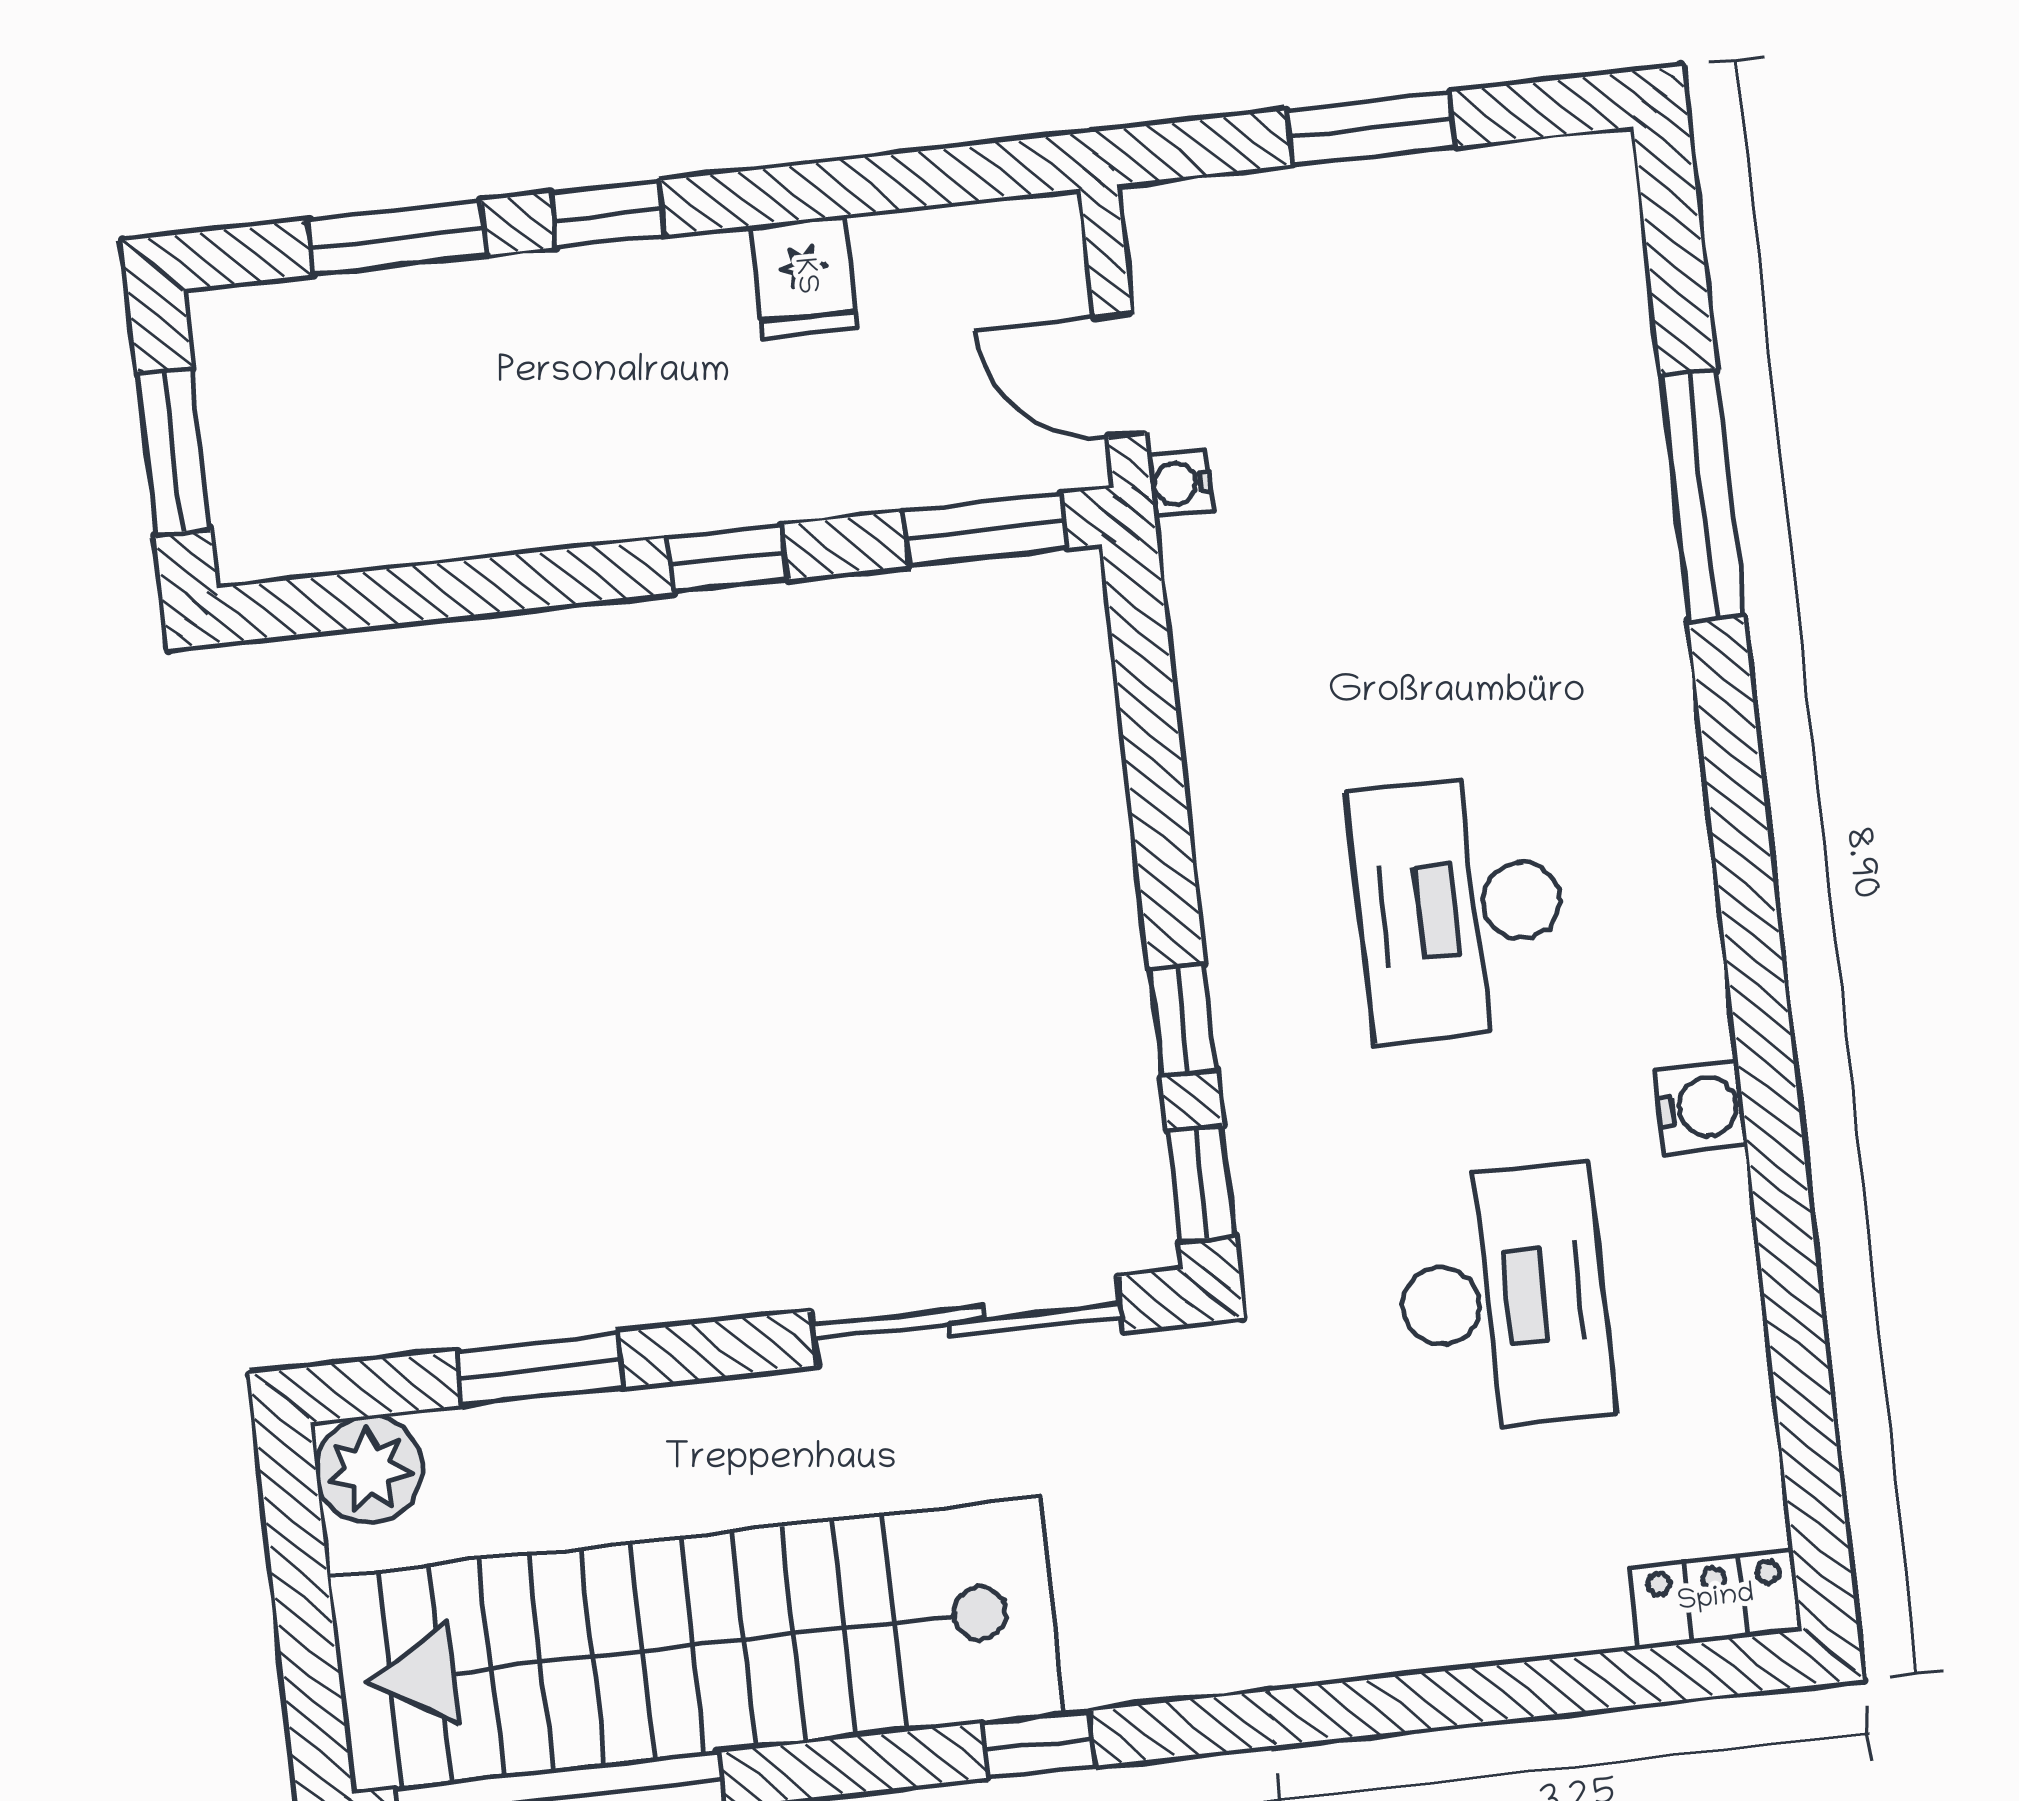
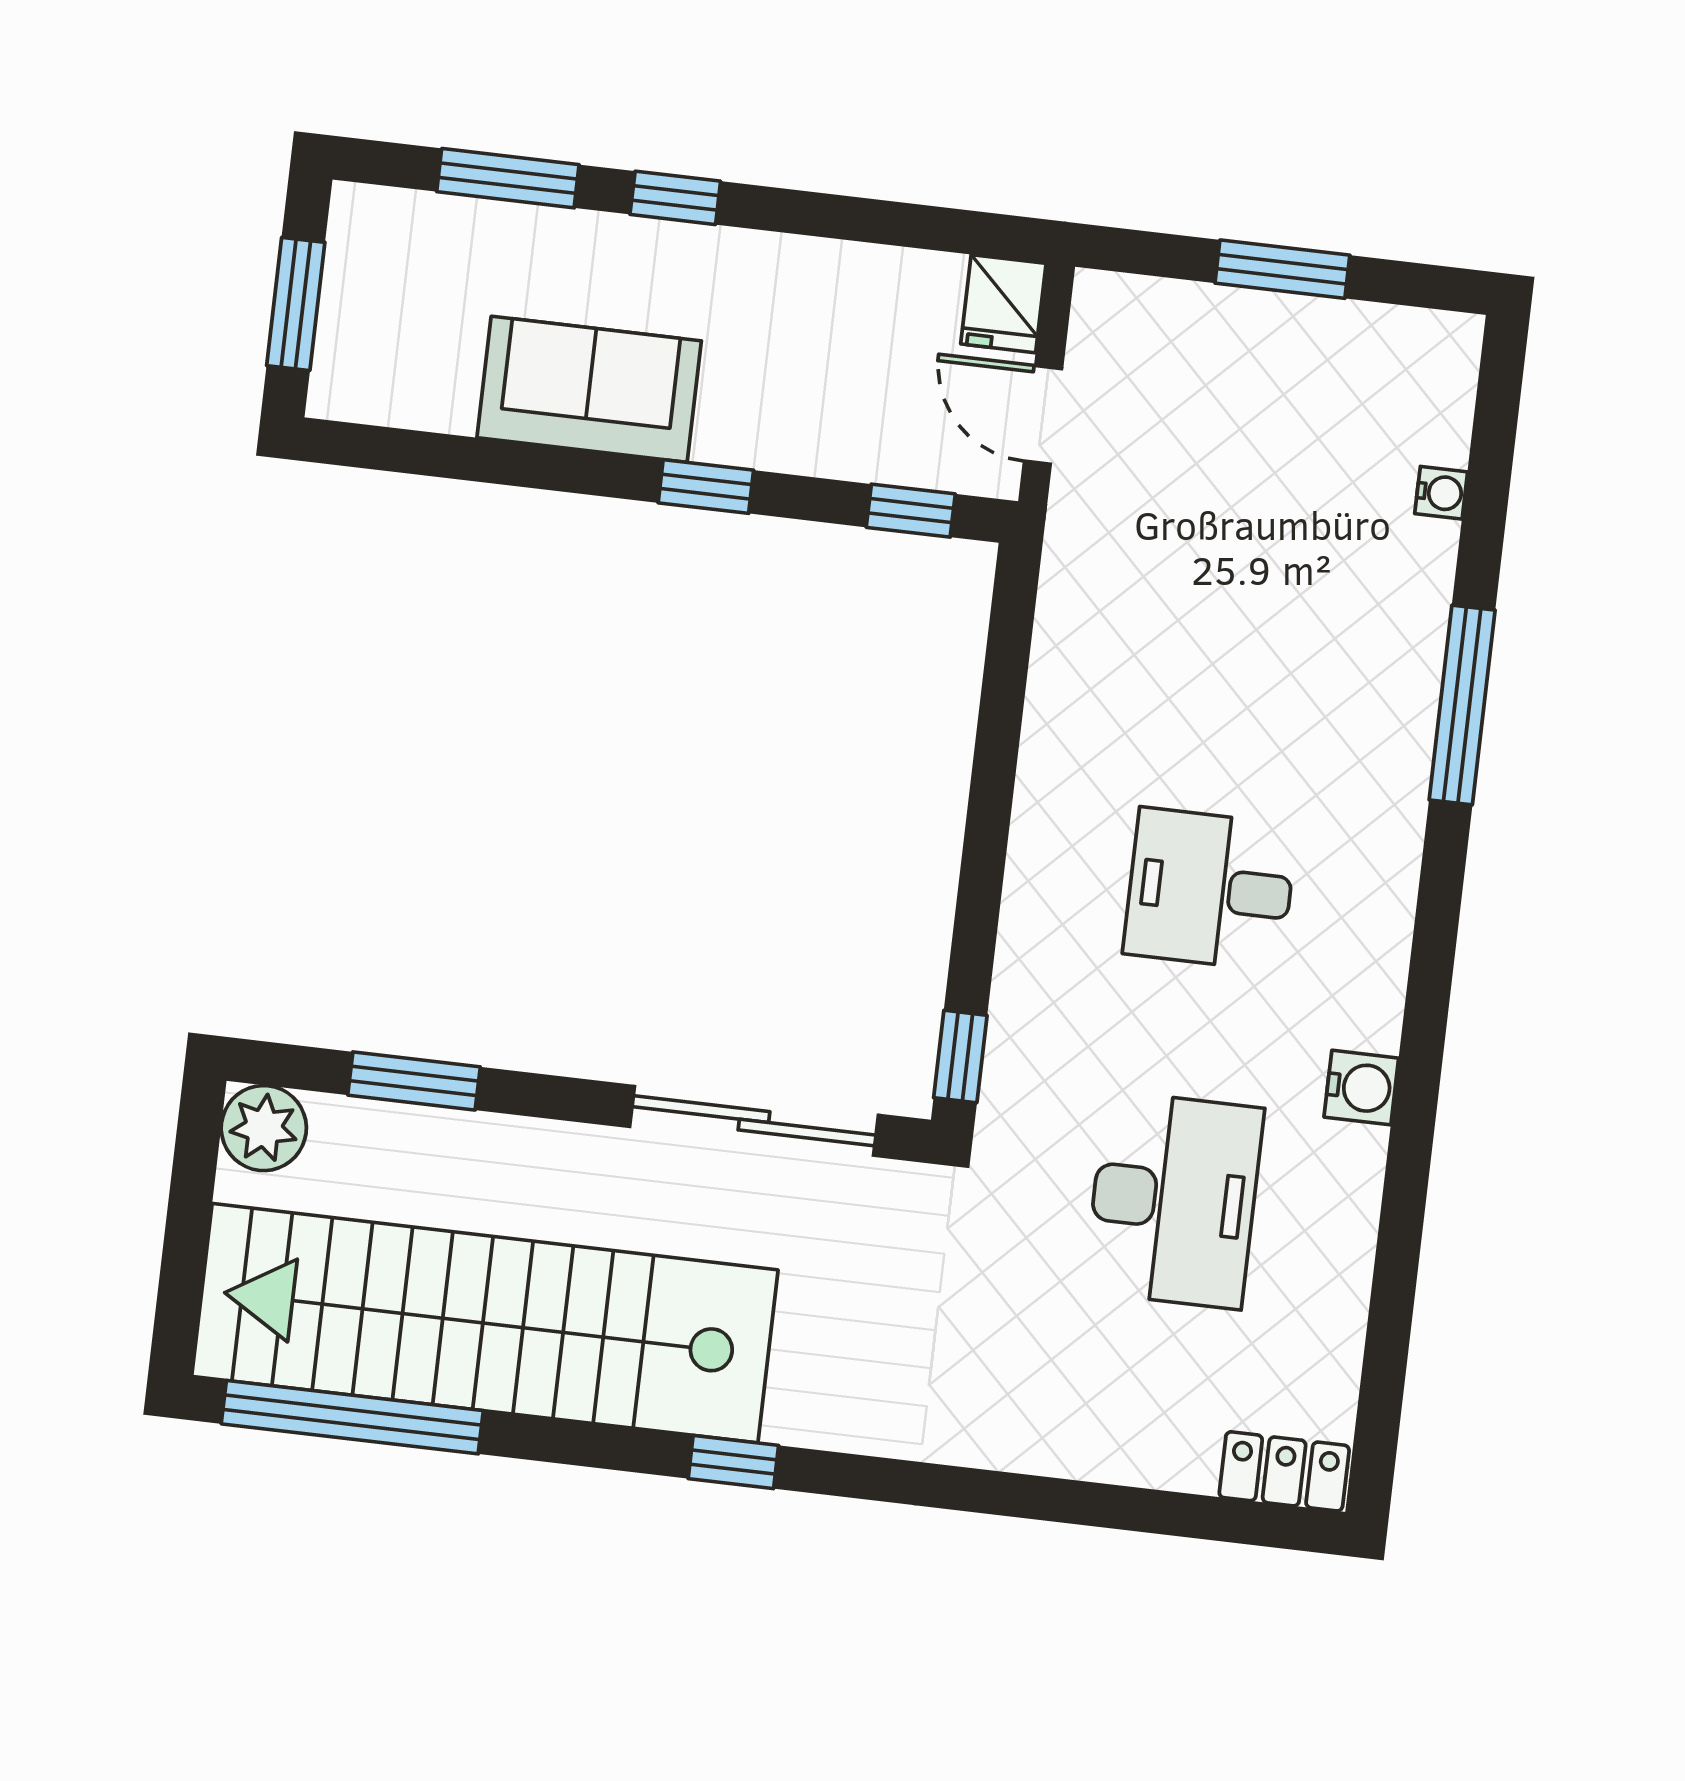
fridge: (804, 276) -> (1003, 304), moved
sofa: (557, 473) -> (589, 389), added
water cooler: (1180, 483) -> (1441, 493), moved, turned 180
window: (1702, 496) -> (1462, 705), moved
window: (985, 530) -> (911, 511), width x0.67
desk: (1459, 908) -> (1210, 889), width x0.73
window: (1183, 1021) -> (976, 927), removed

